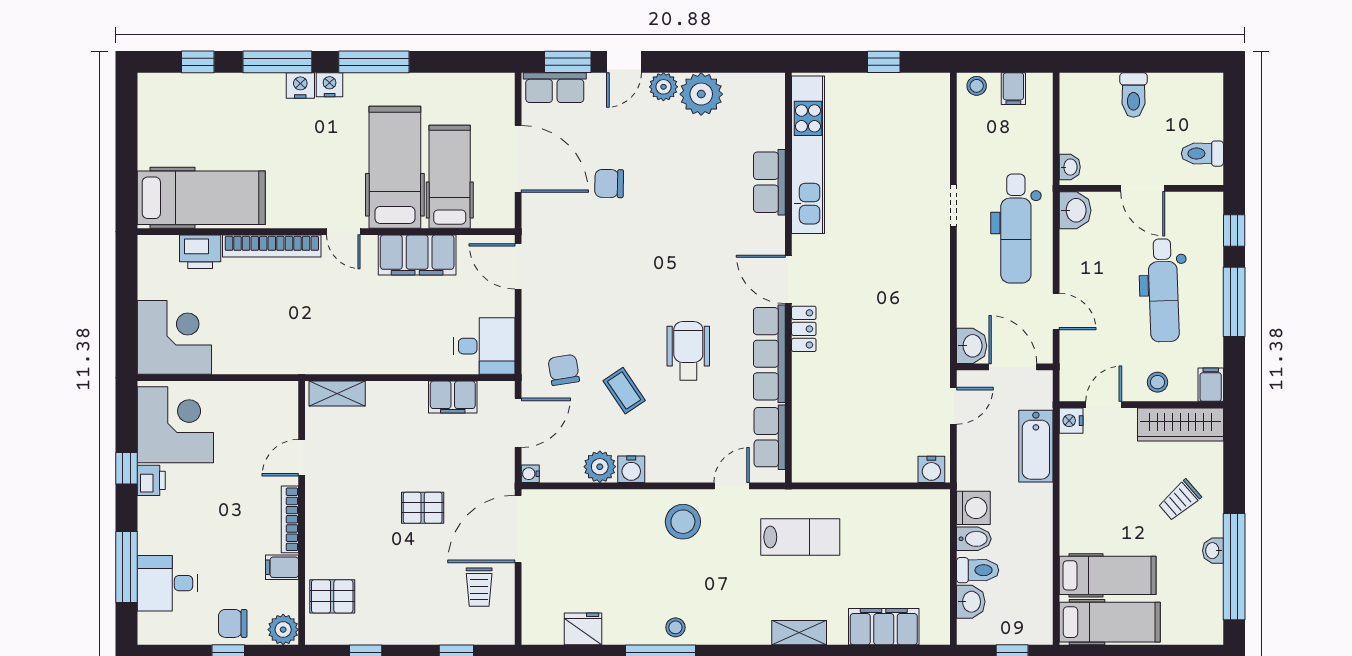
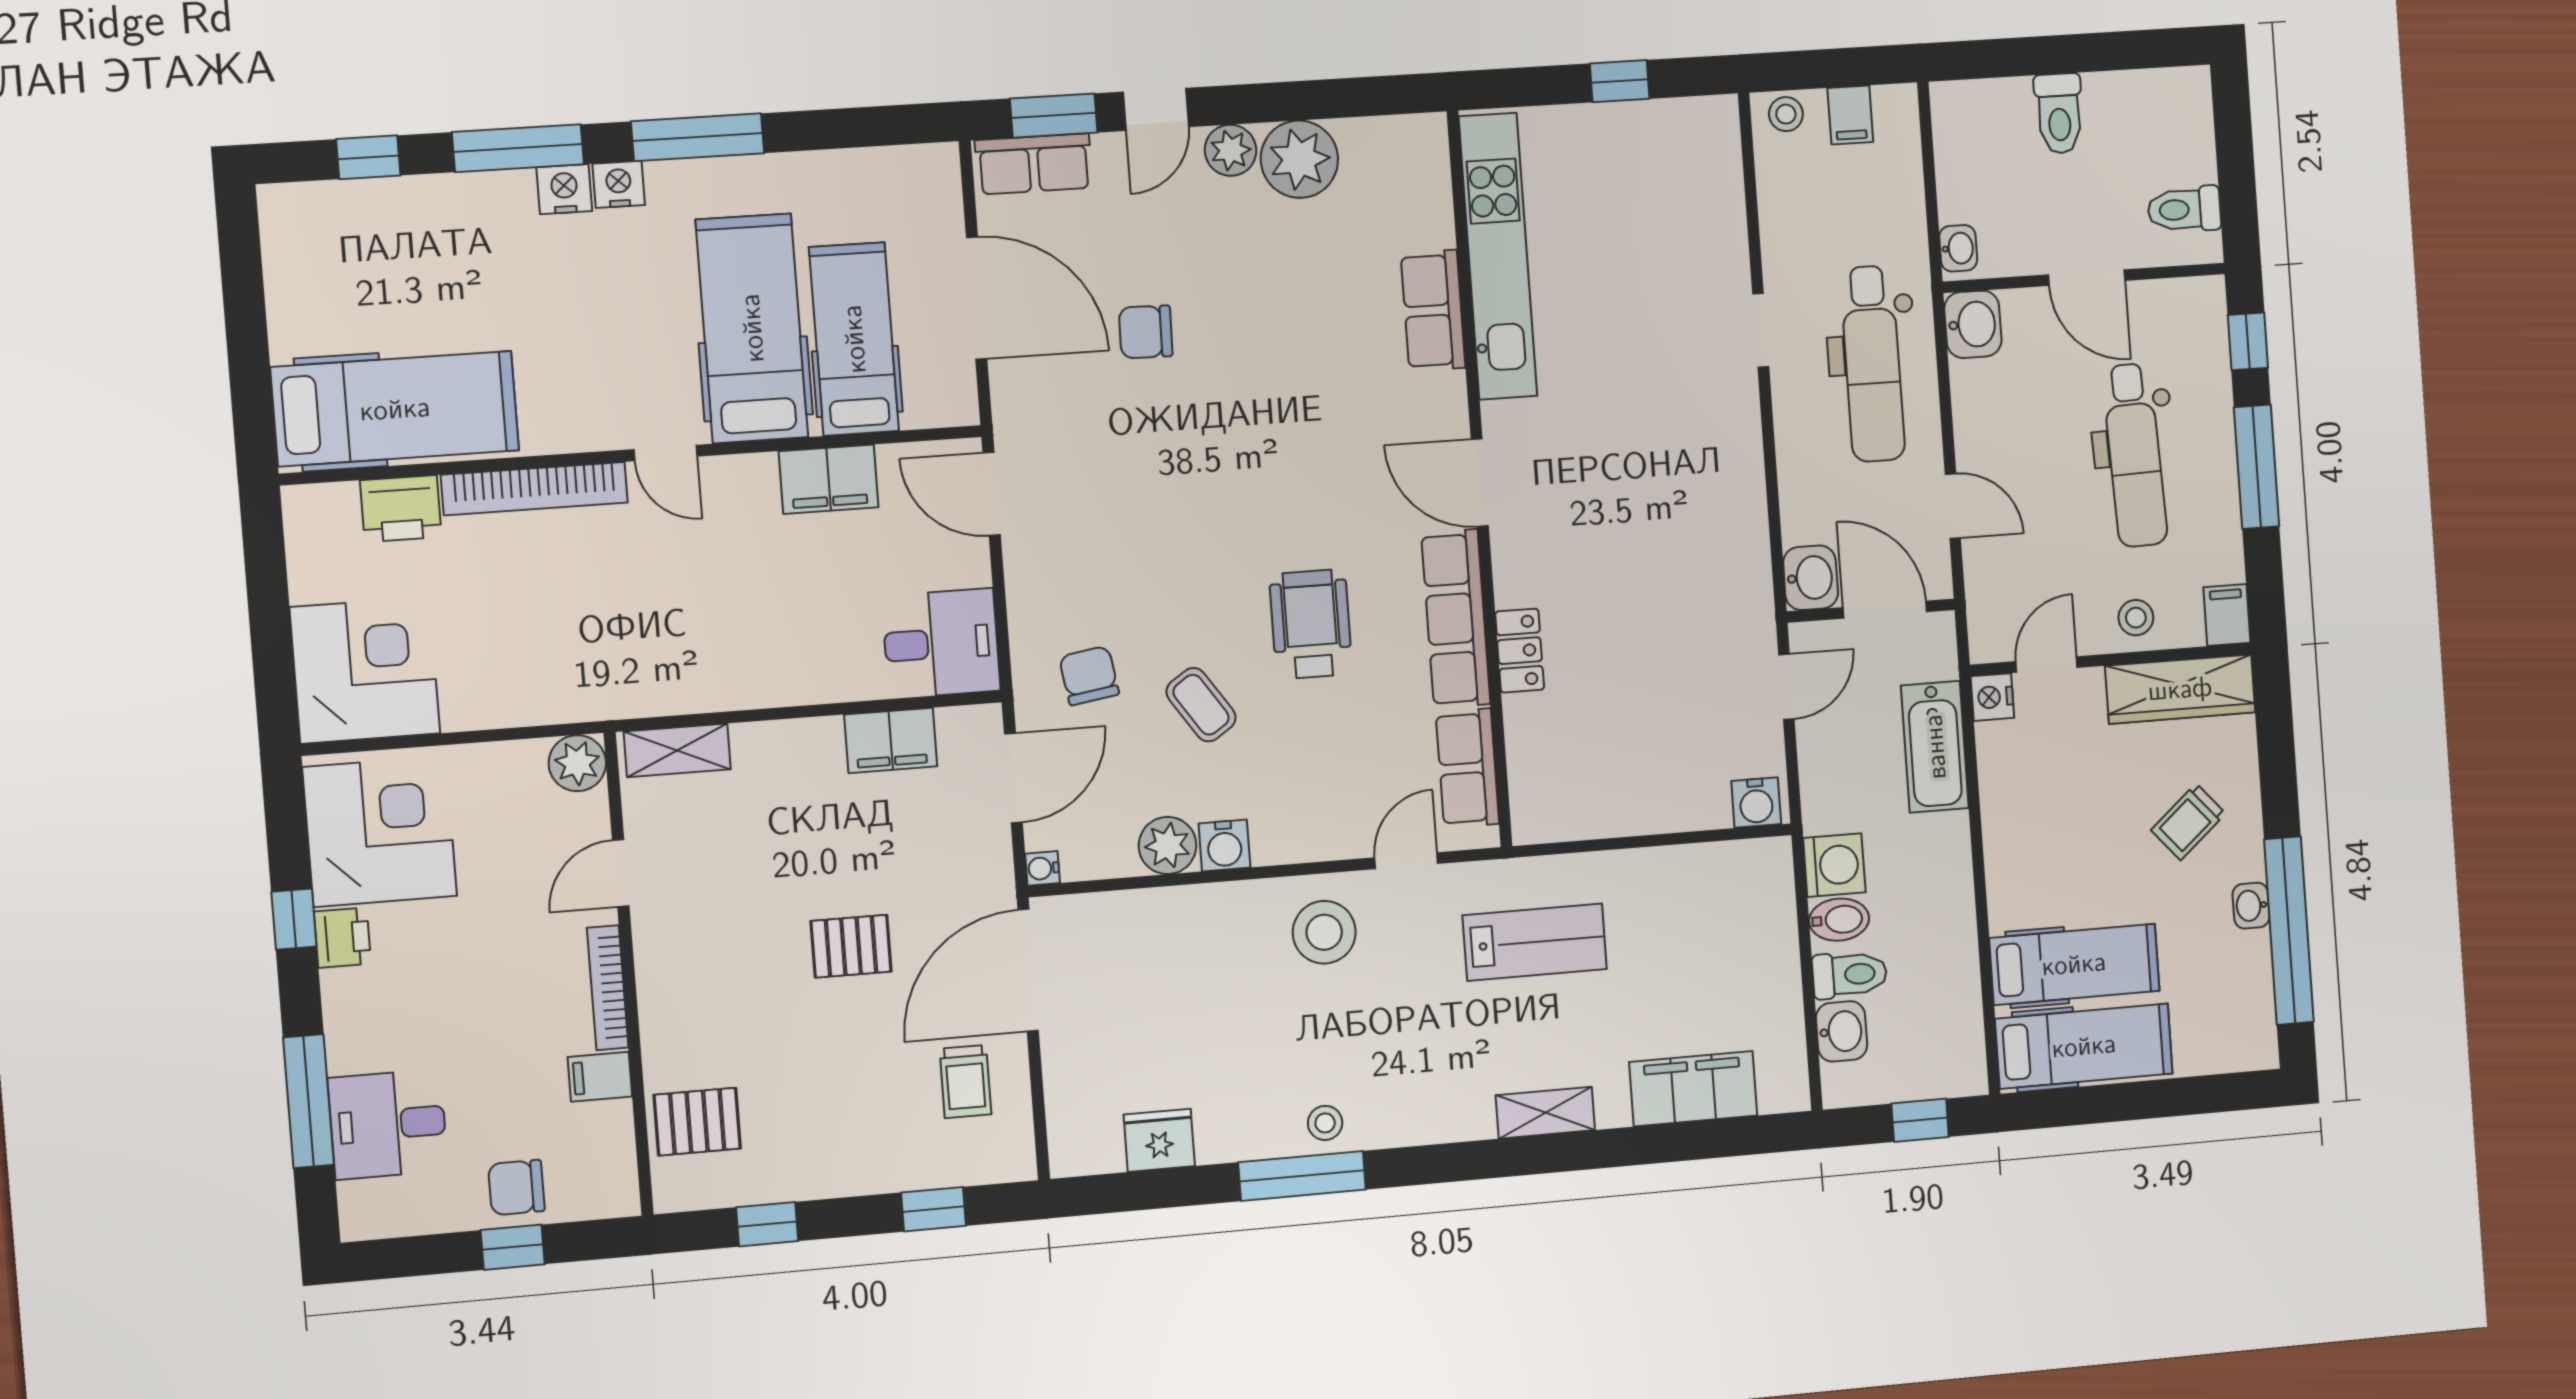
filing cabinet: (417, 255) -> (829, 479), width x0.67, depth x0.86
locker: (804, 329) -> (1520, 651), moved
plant: (283, 630) -> (577, 763), moved

